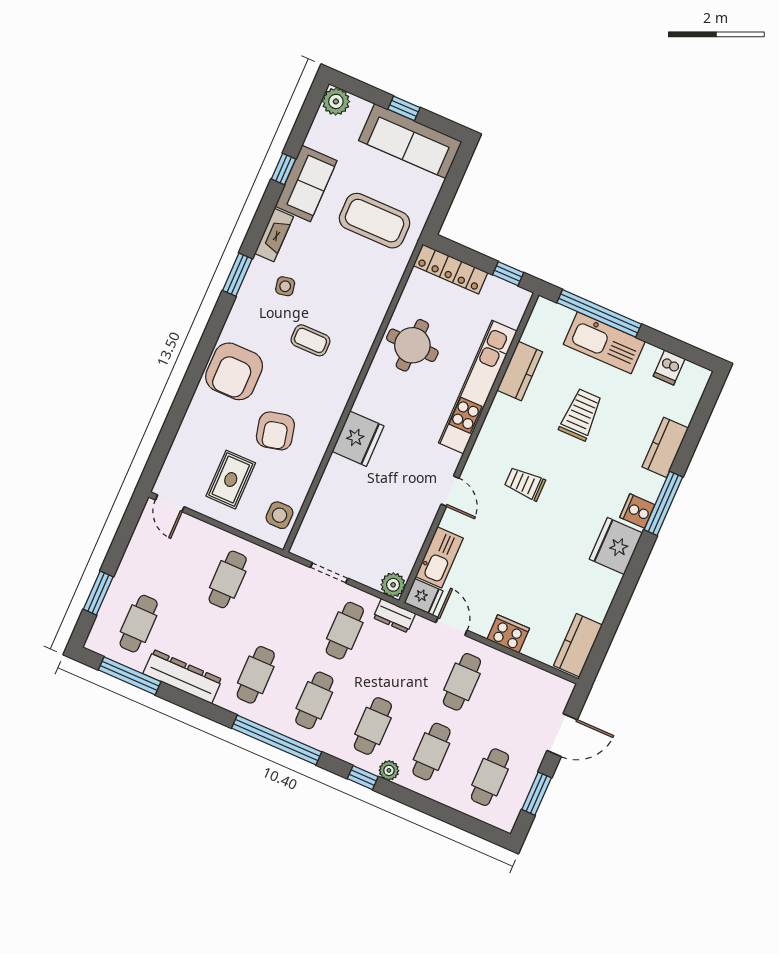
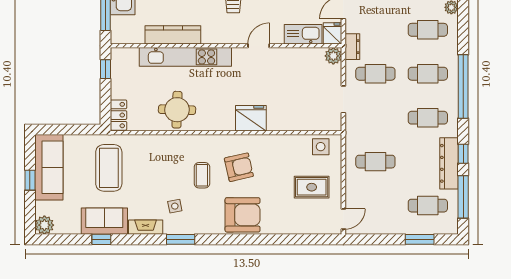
locker: (451, 269) -> (119, 115), width x0.66
kitchen counter: (520, 371) -> (173, 35), width x1.50
armchair: (275, 431) -> (239, 167), moved
window: (363, 778) -> (463, 154), moved

